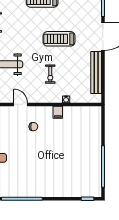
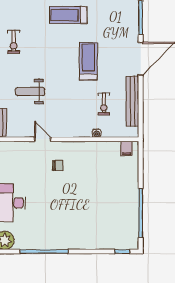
treadmill: (59, 39) -> (88, 61), turned 90
exercise bike: (50, 74) -> (104, 104), moved
filing cabinet: (58, 112) -> (127, 149), moved

